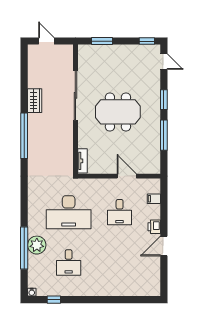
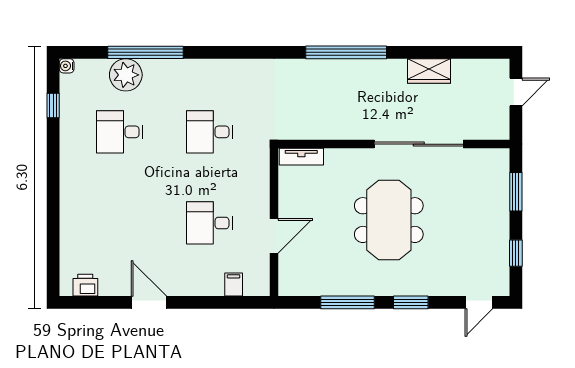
window: (147, 41) -> (516, 253), moved
wardrobe: (35, 101) -> (429, 71), moved
desk: (69, 212) -> (210, 132), width x0.53, depth x0.77
printer: (154, 227) -> (85, 285), moved
plant: (37, 245) -> (126, 75), moved

